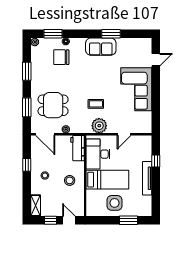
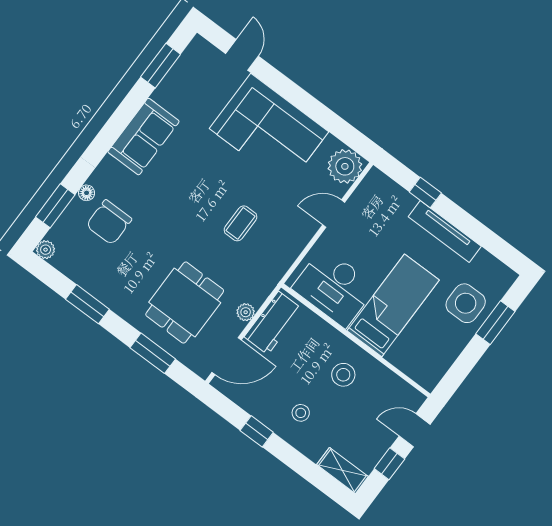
window: (111, 34) -> (161, 66), moved
plant: (99, 126) -> (345, 166), moved
door: (124, 134) -> (334, 214), swing flipped
workbench: (77, 148) -> (273, 323), moved, turned -90
side table: (114, 203) -> (466, 303), moved

